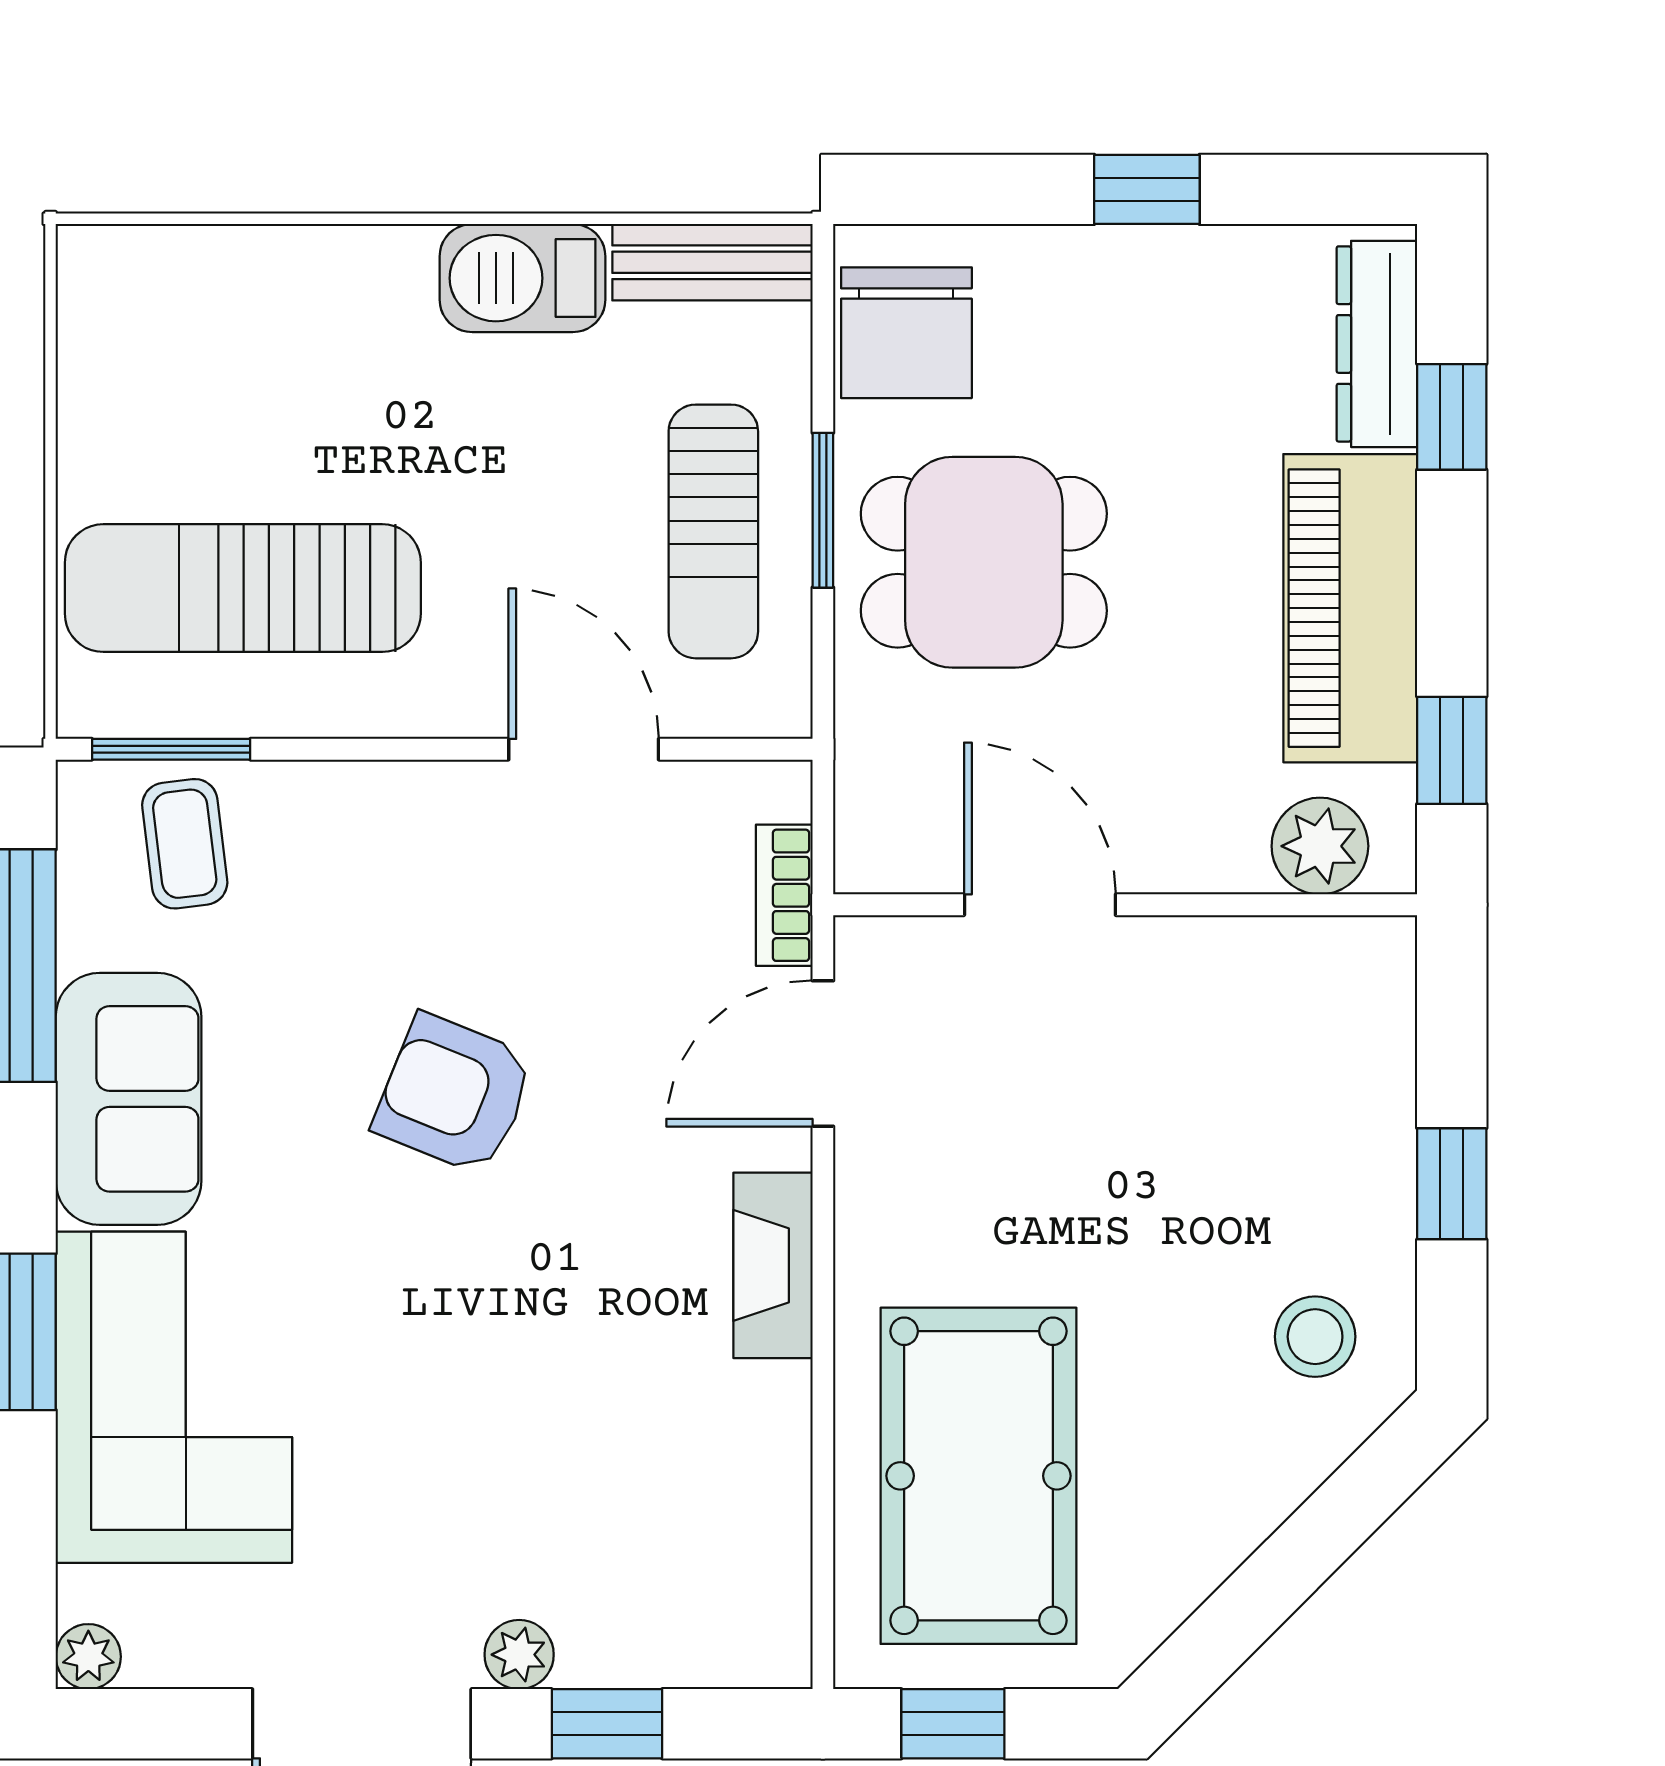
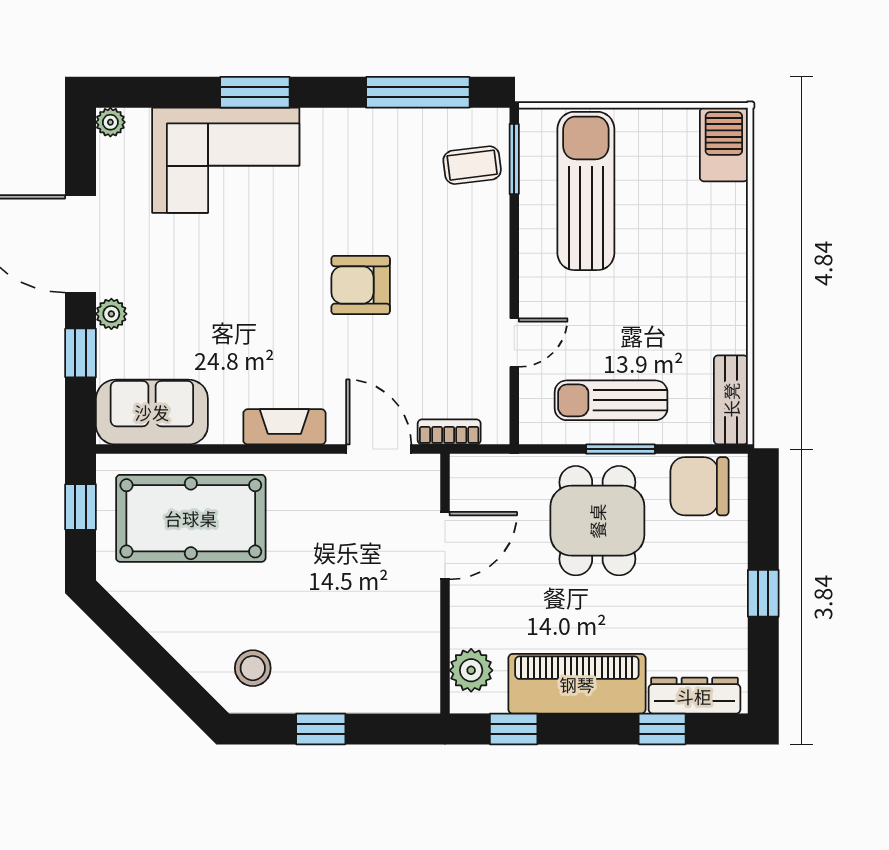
barbecue: (523, 278) -> (724, 145), moved
door: (584, 749) -> (514, 343), width x0.73
armchair: (454, 1094) -> (361, 285), turned -112
sofa: (129, 1099) -> (152, 412), moved, turned 180

